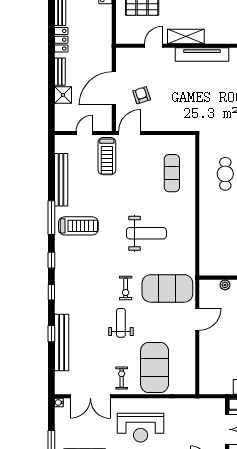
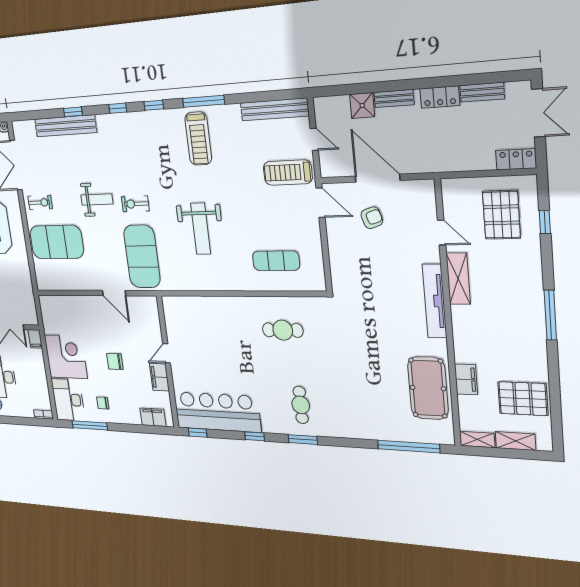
bench: (61, 180) -> (274, 109), moved
plant: (225, 285) -> (155, 327), removed

